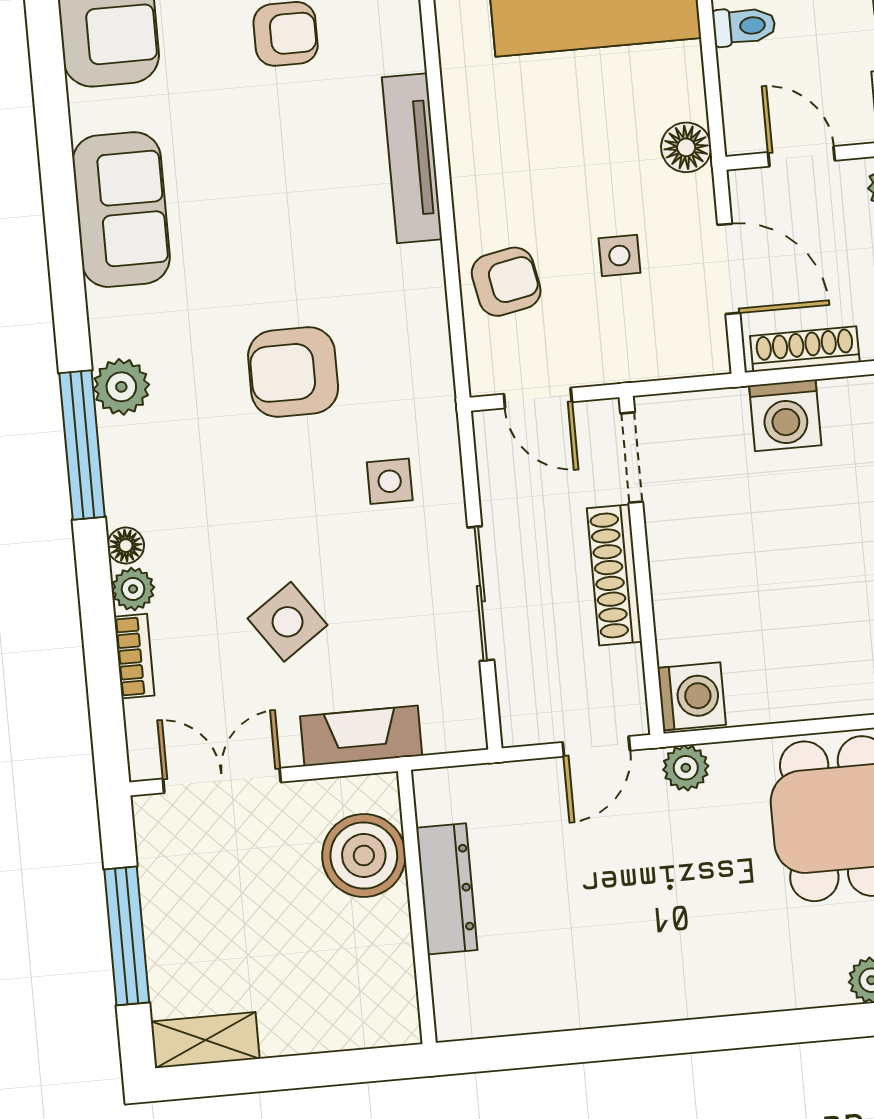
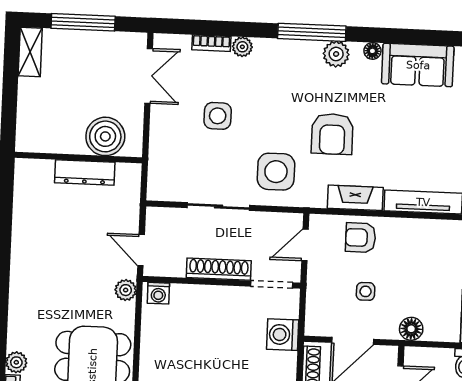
armchair: (506, 282) -> (361, 238), turned 101
armchair: (293, 372) -> (332, 134), turned 180
washing machine: (785, 415) -> (283, 335), moved
side table: (390, 481) -> (276, 172), width x1.87, depth x1.87
floor lamp: (126, 546) -> (372, 51), moved
side table: (288, 622) -> (218, 116), turned 35
washing machine: (692, 696) -> (158, 293), width x0.73, depth x0.73
fireplace: (361, 736) -> (355, 198), moved, turned -90

